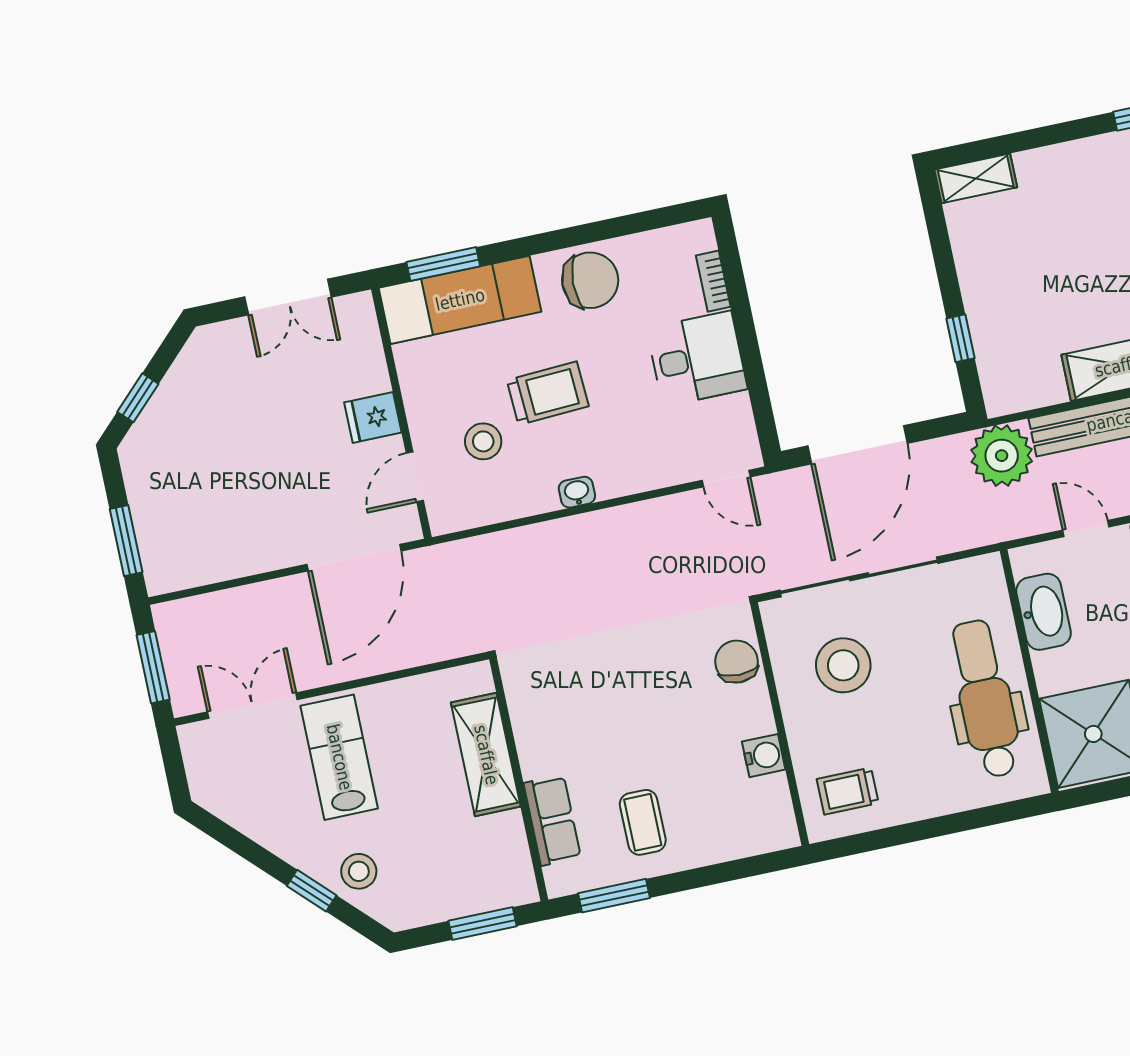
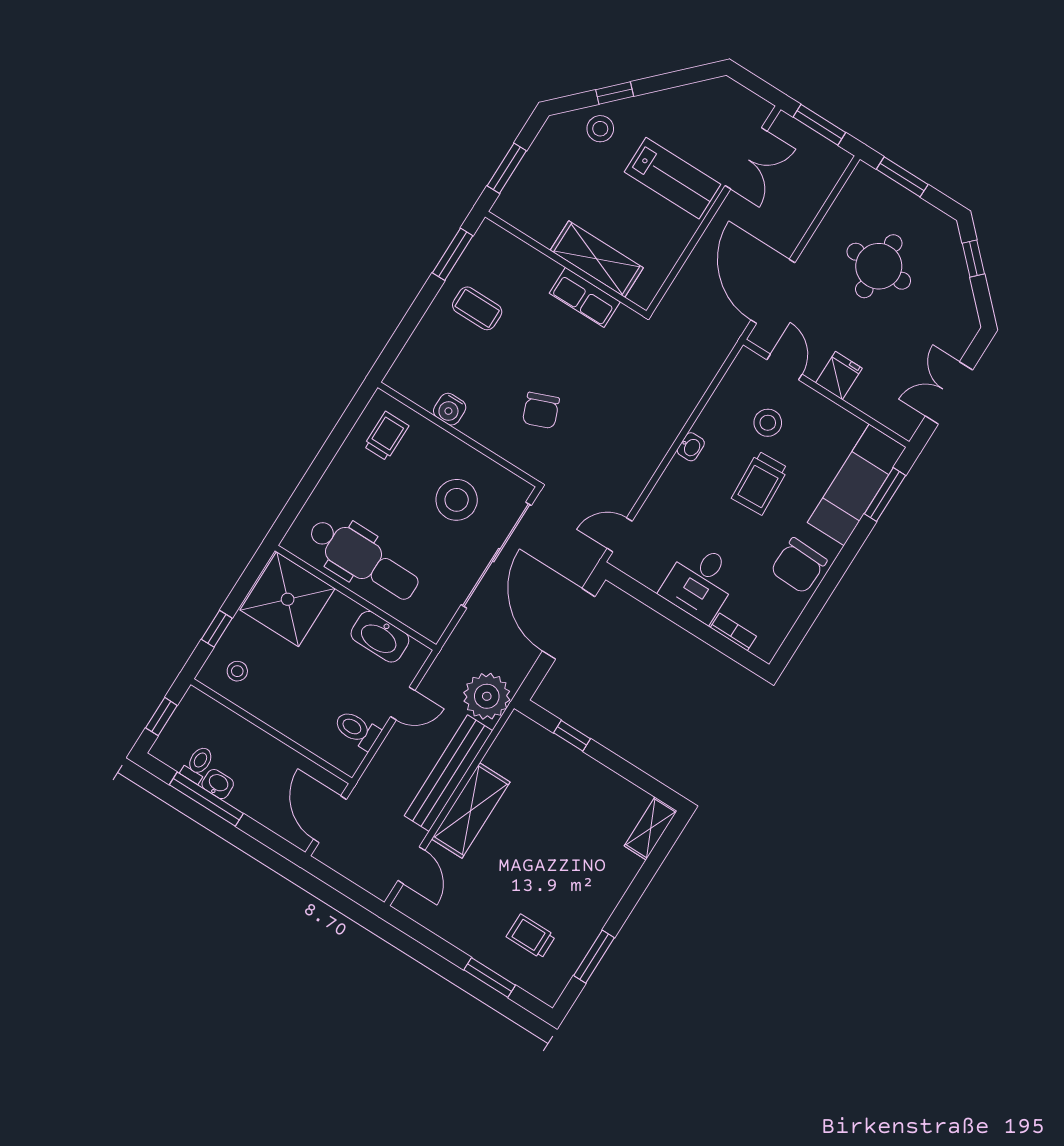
round table: (232, 481) -> (879, 266), added
chair: (737, 662) -> (541, 410), moved, turned 69
row of seats: (552, 820) -> (585, 297), moved

